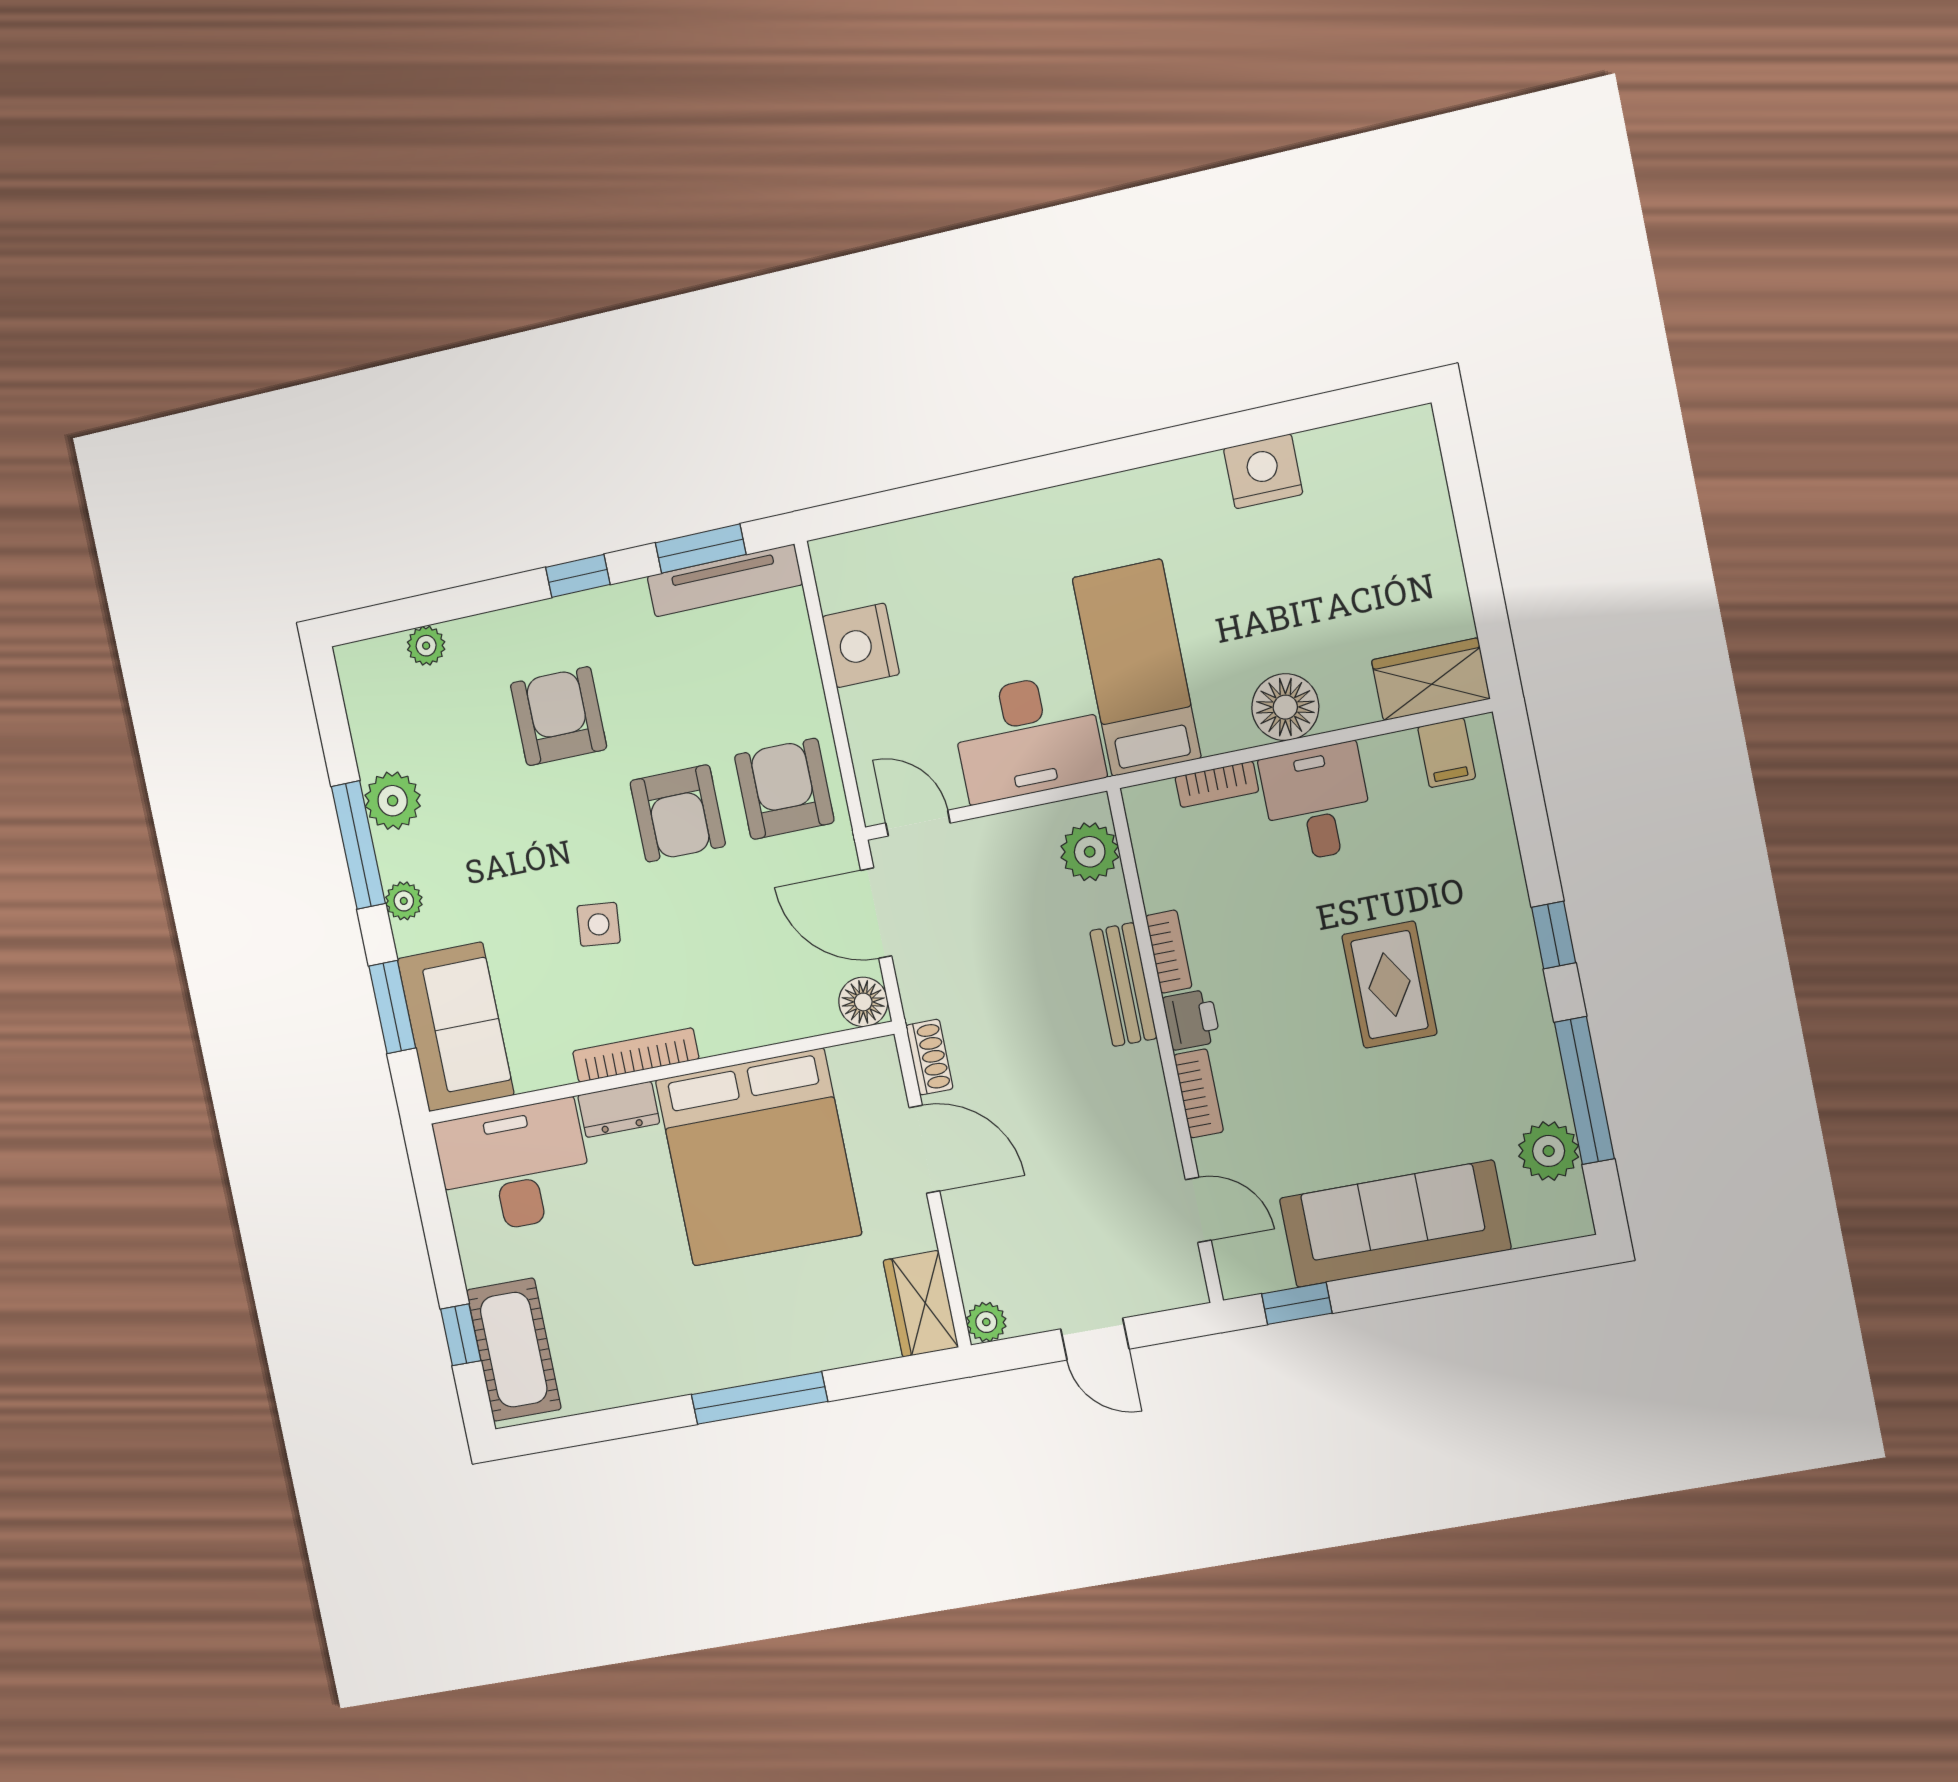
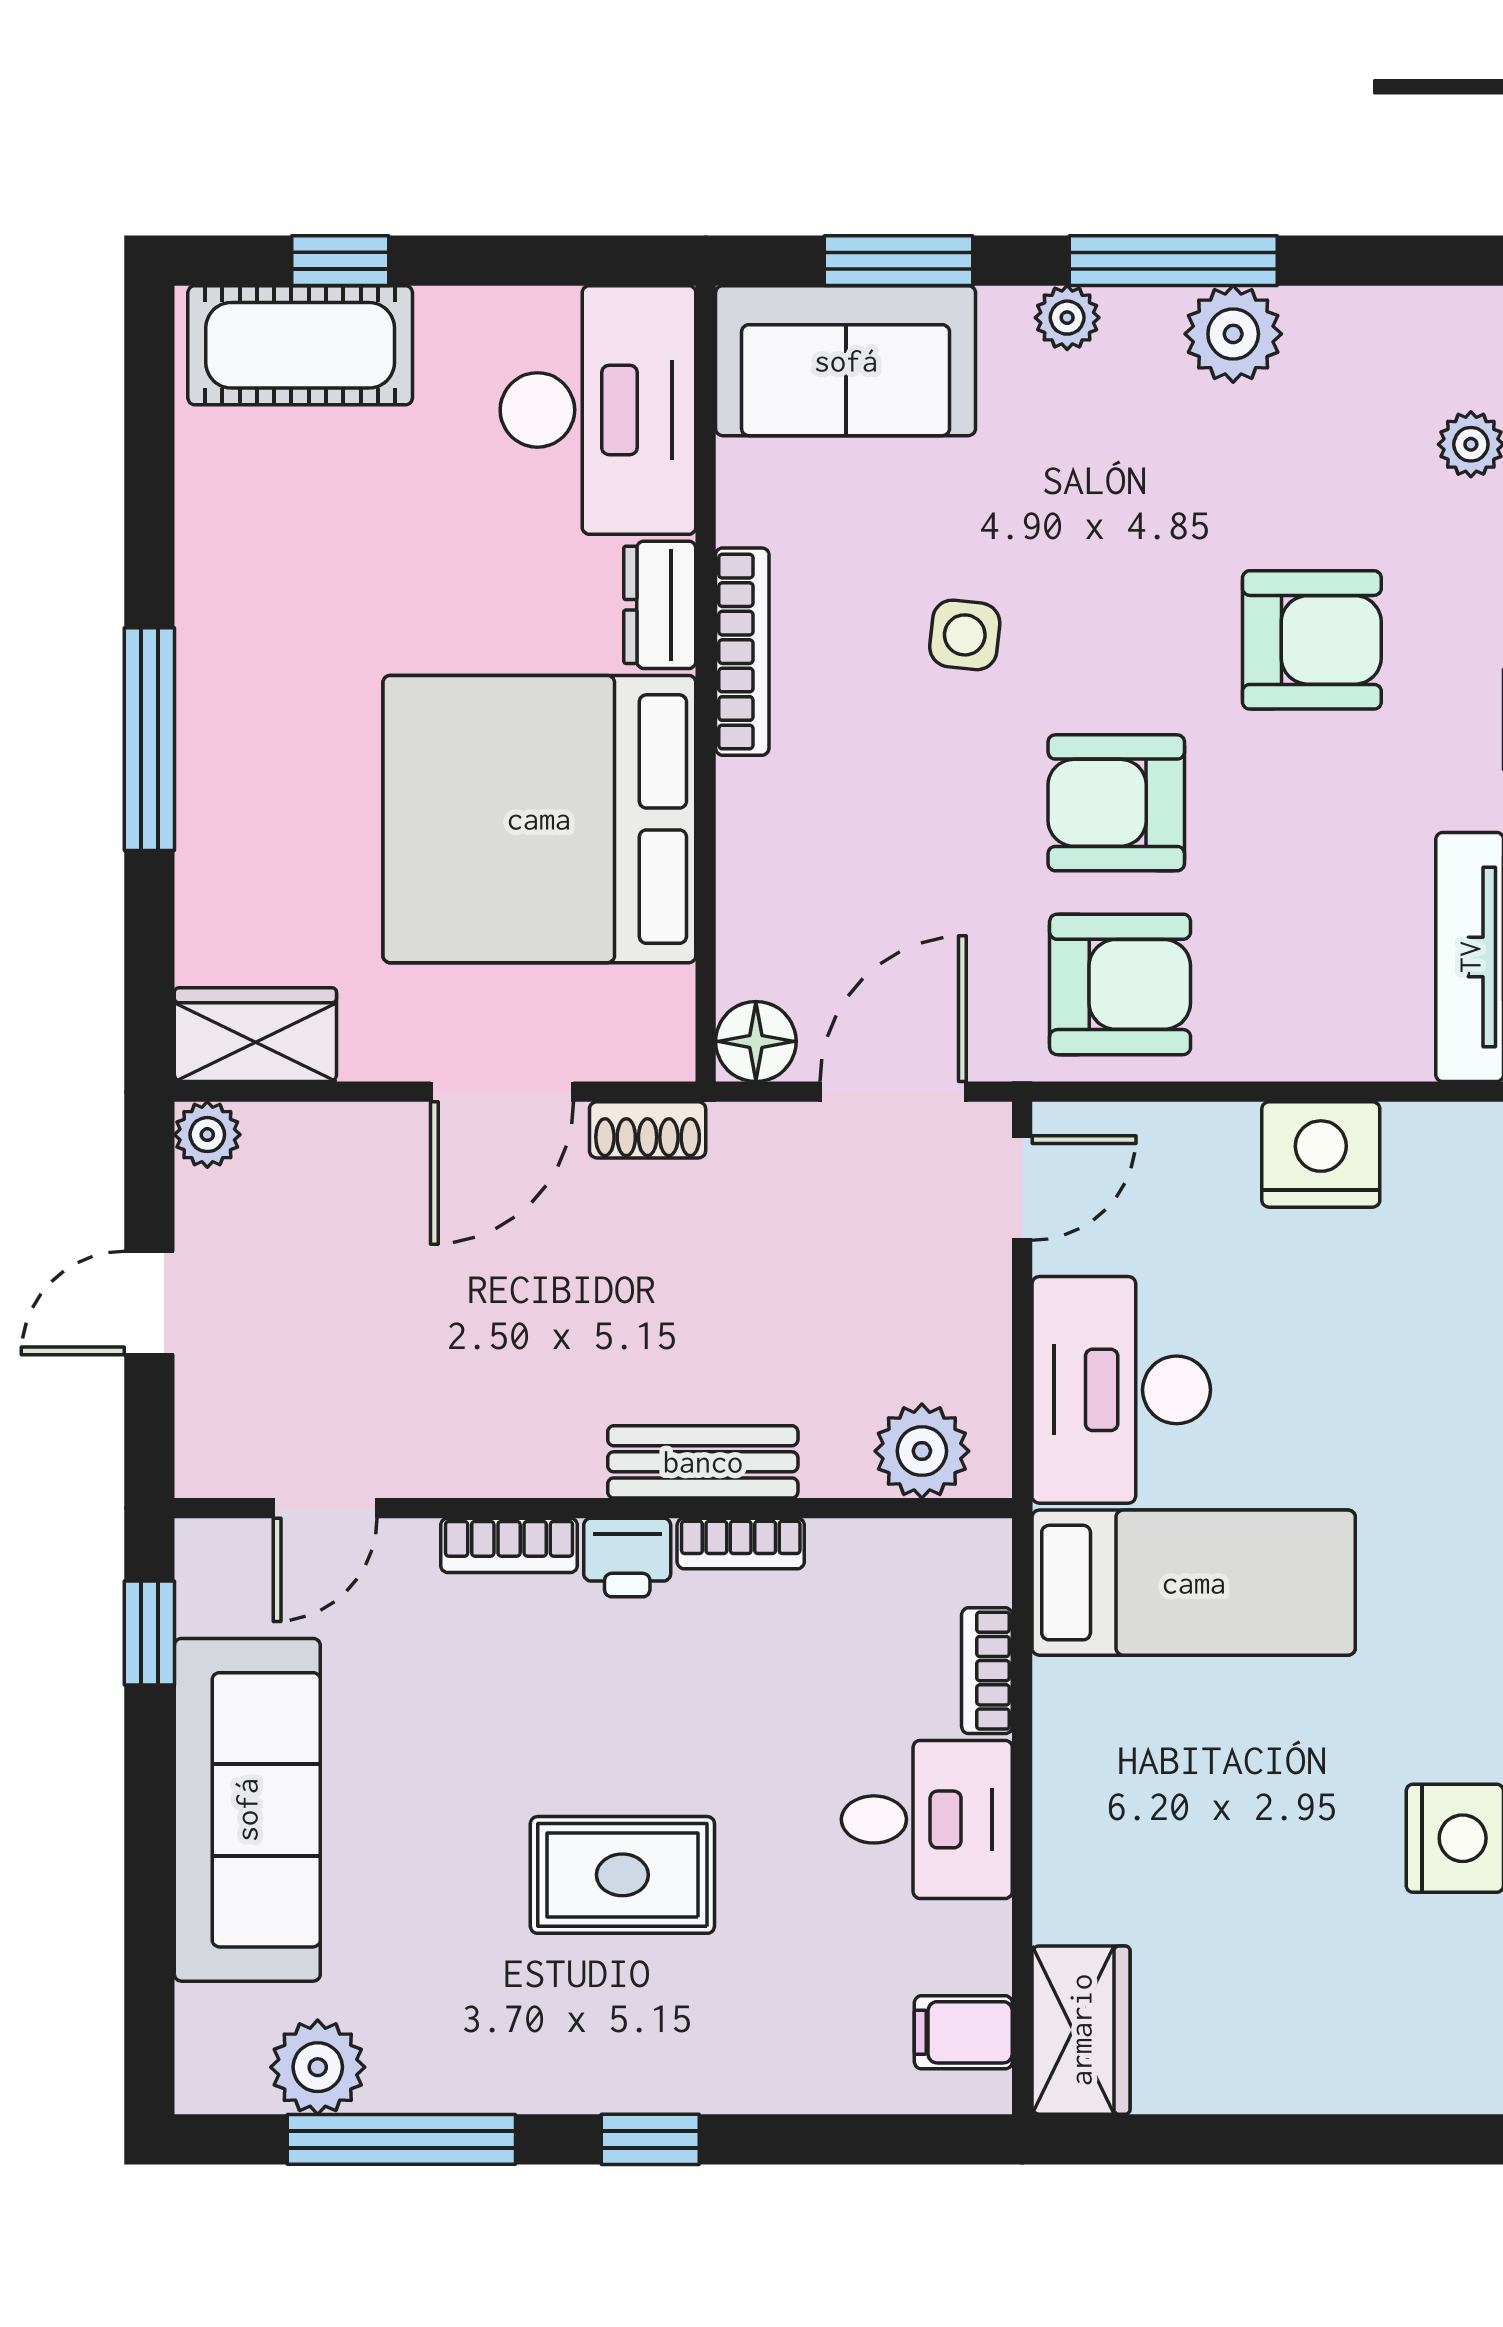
floor lamp: (1285, 707) -> (1085, 1800), removed

